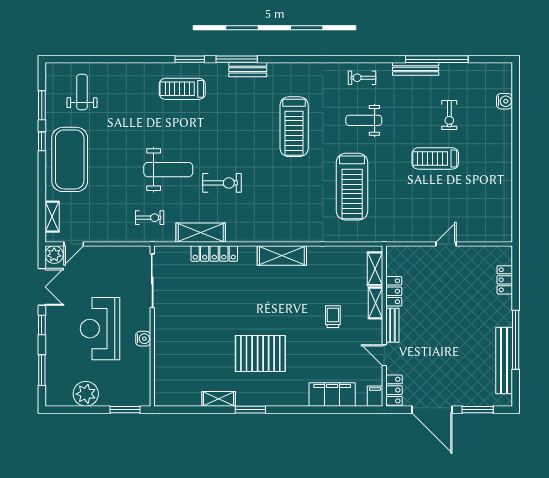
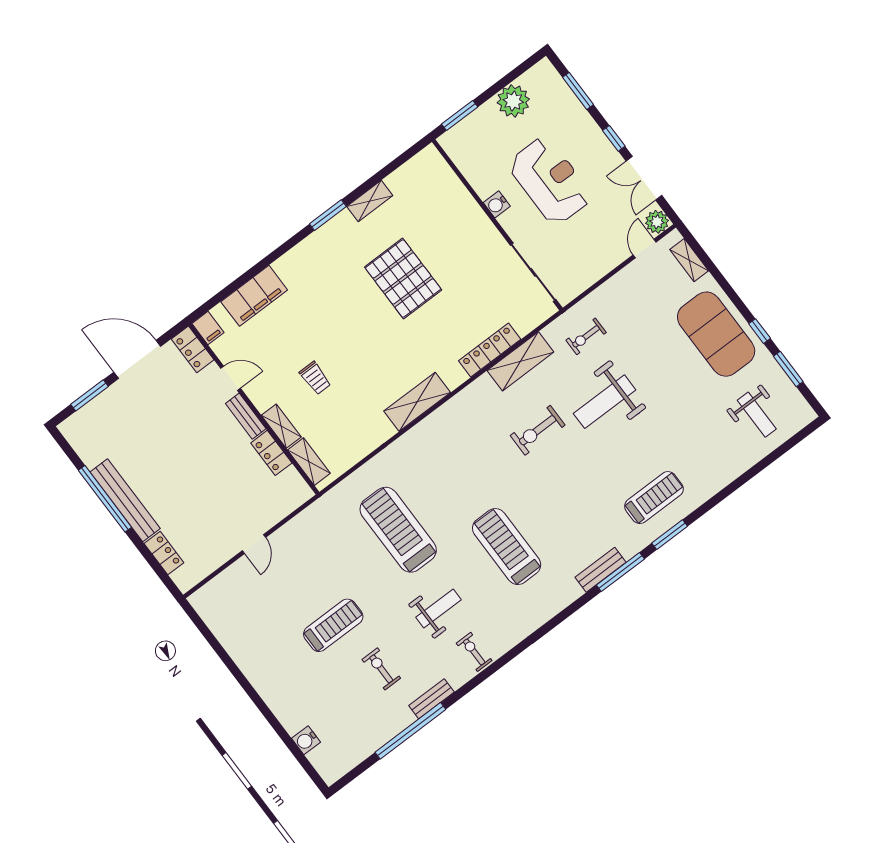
bench: (416, 69) -> (431, 699), width x0.73
exercise bike: (362, 78) -> (474, 652), turned -90
exercise bike: (449, 115) -> (381, 669), moved
pallet: (260, 353) -> (403, 278), moved, turned 90
bench: (504, 361) -> (125, 500), moved

